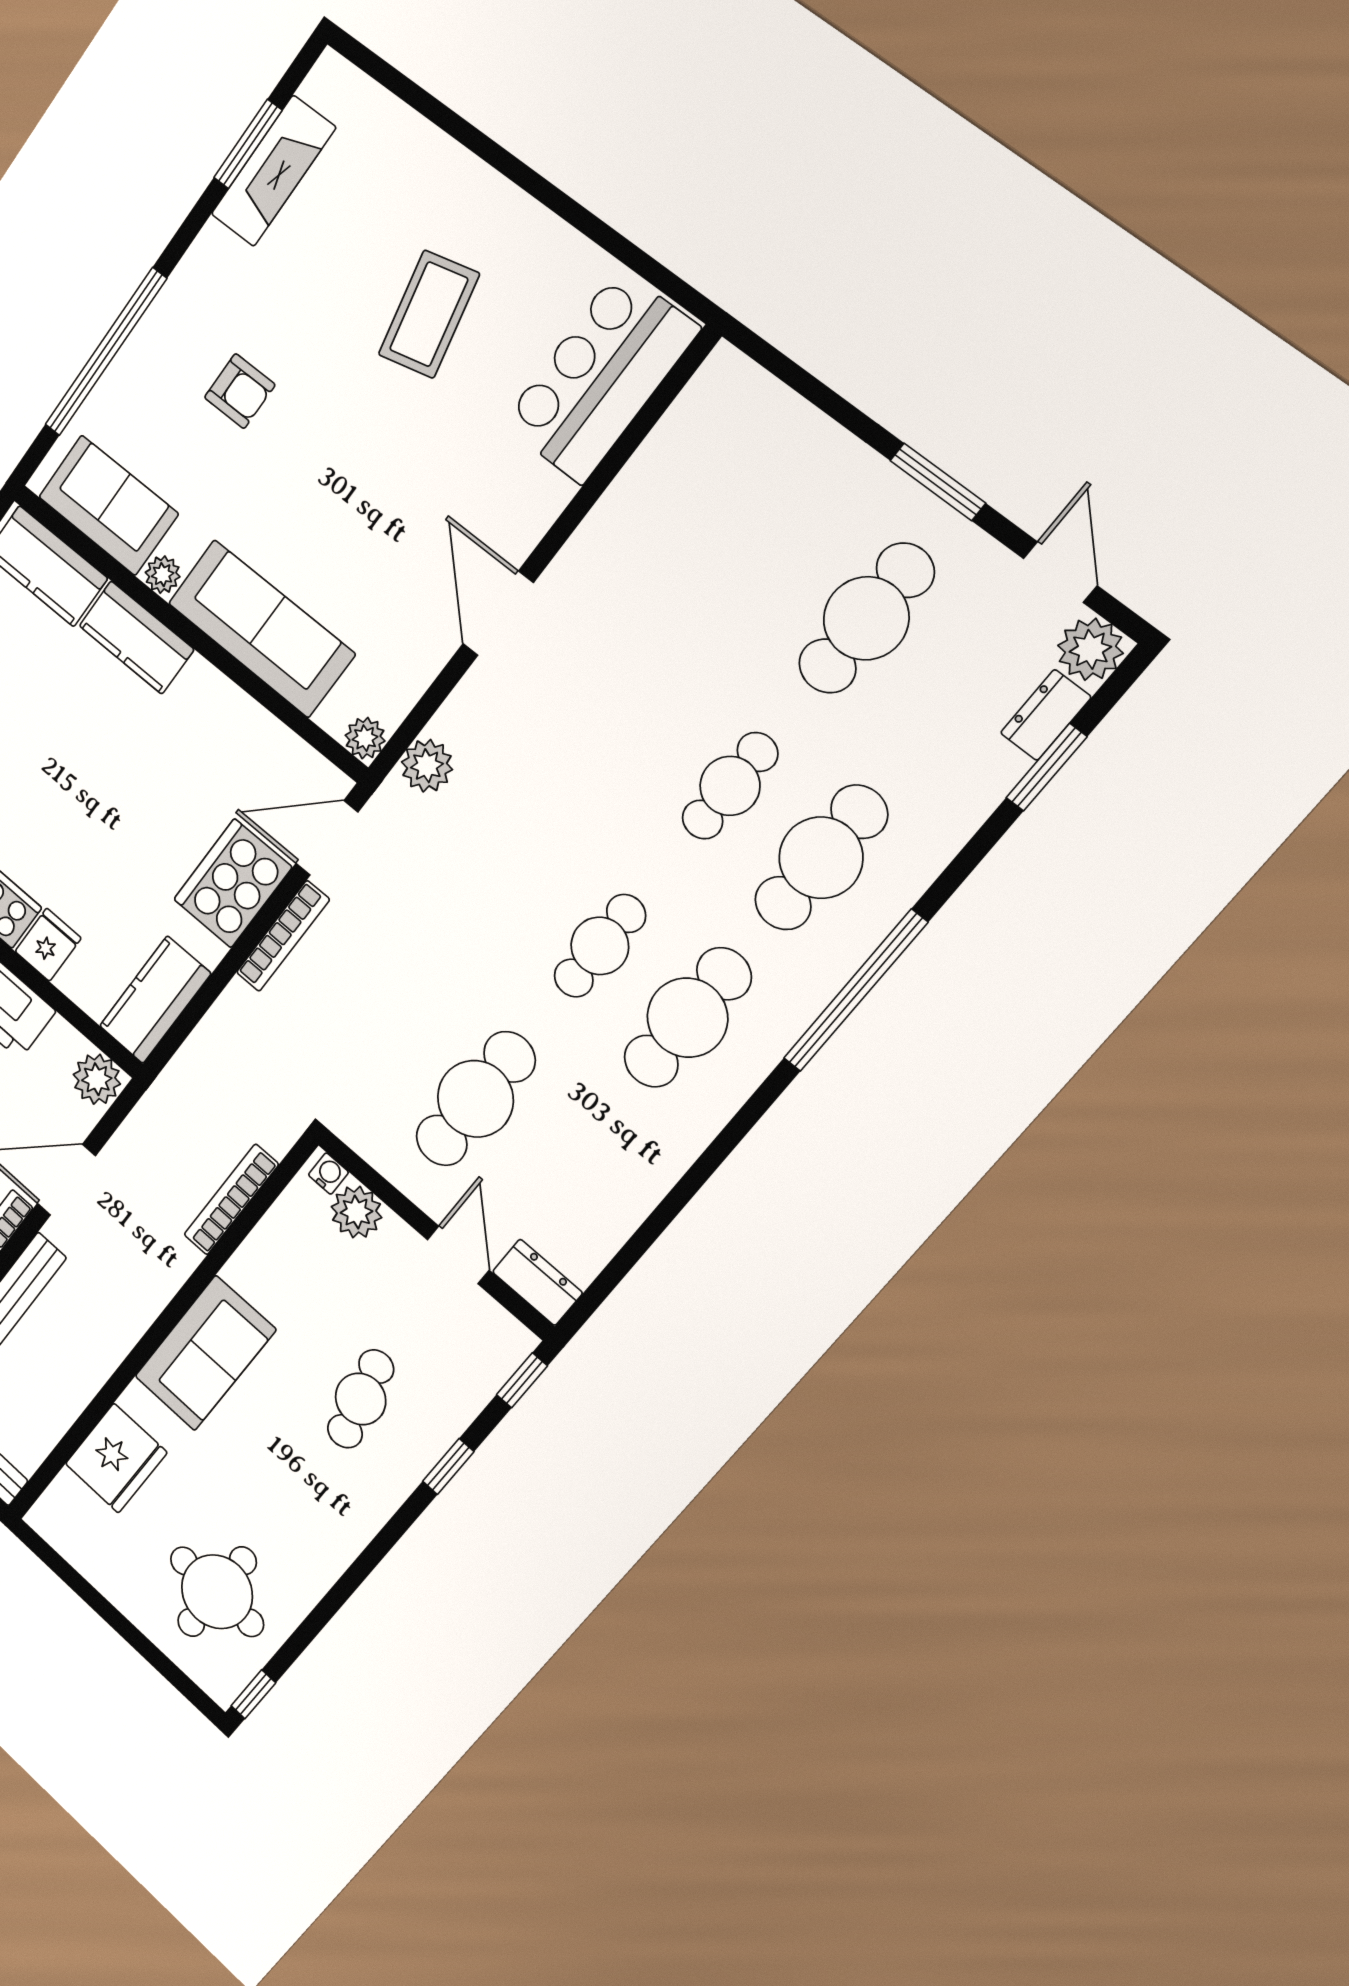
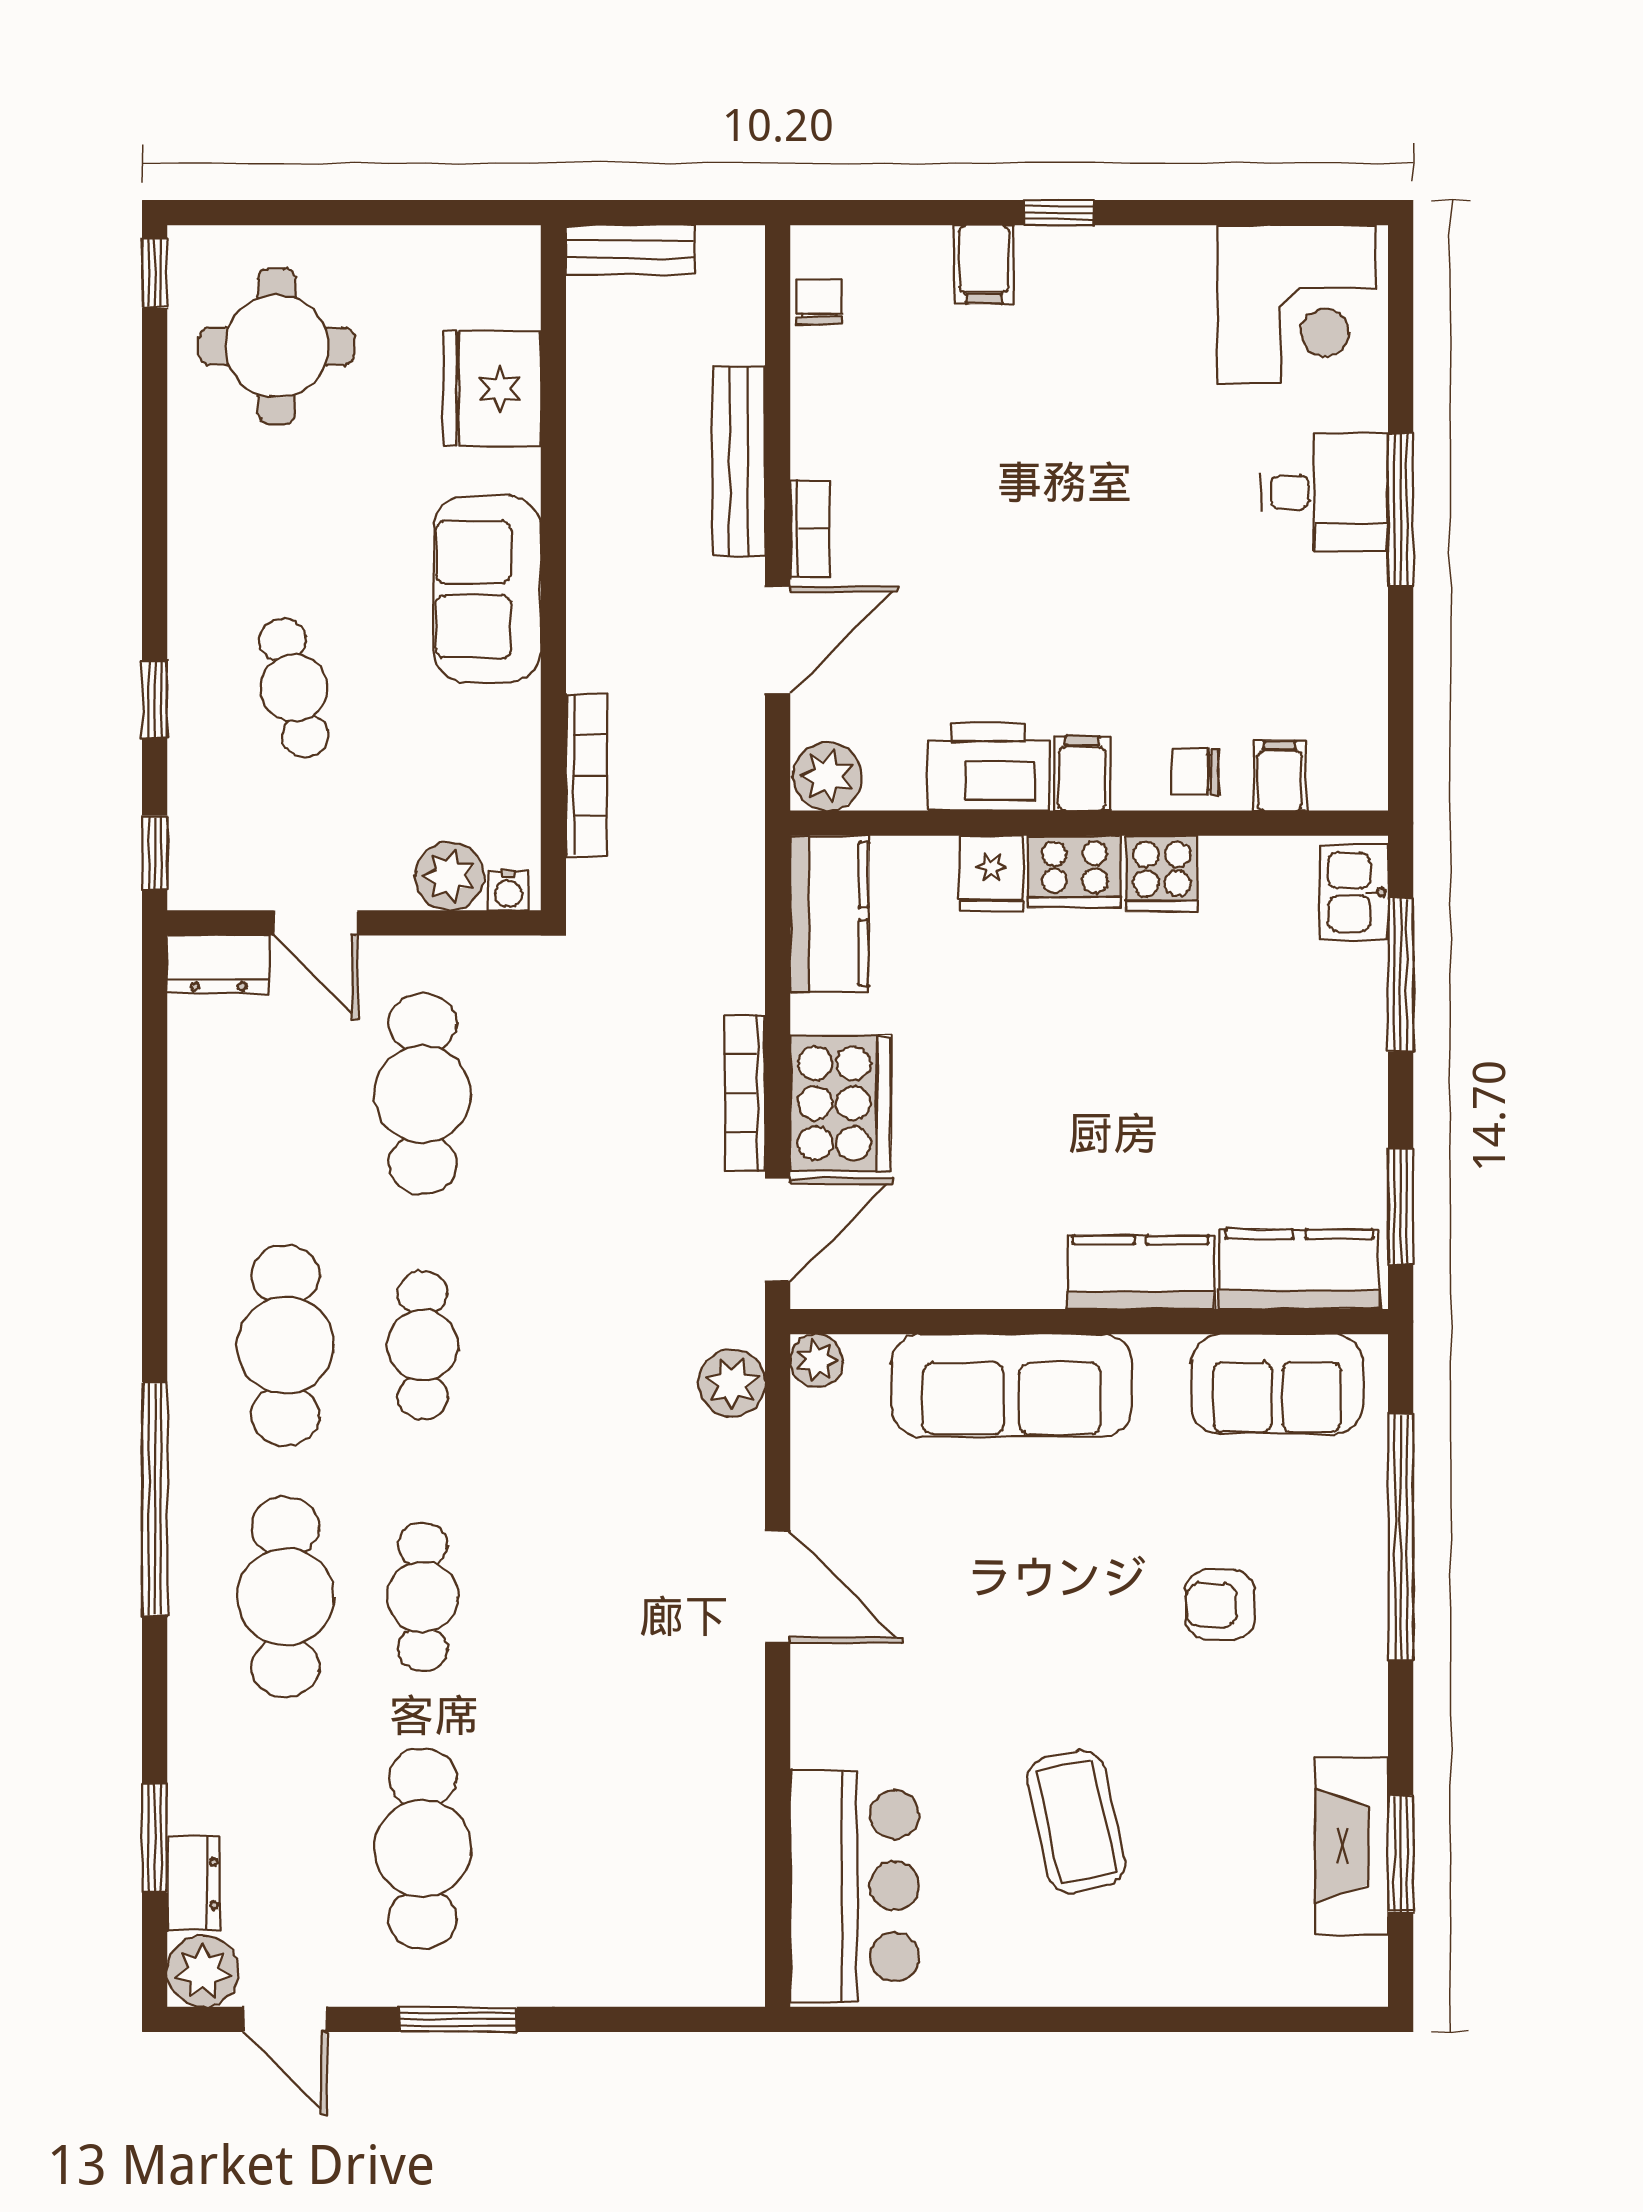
plant: (163, 575) -> (1162, 1358), removed

